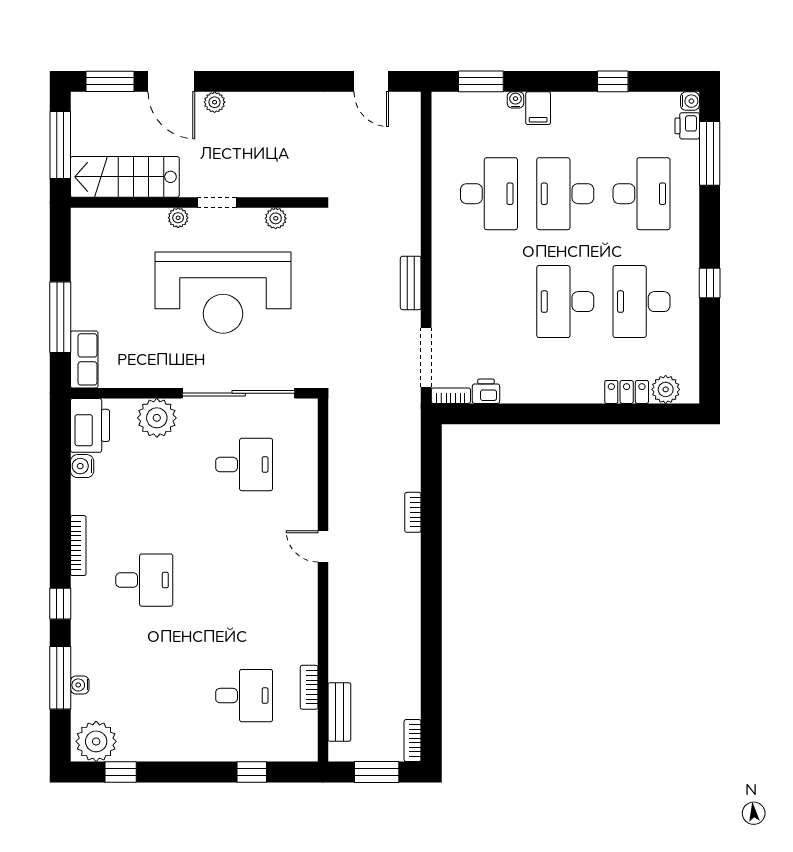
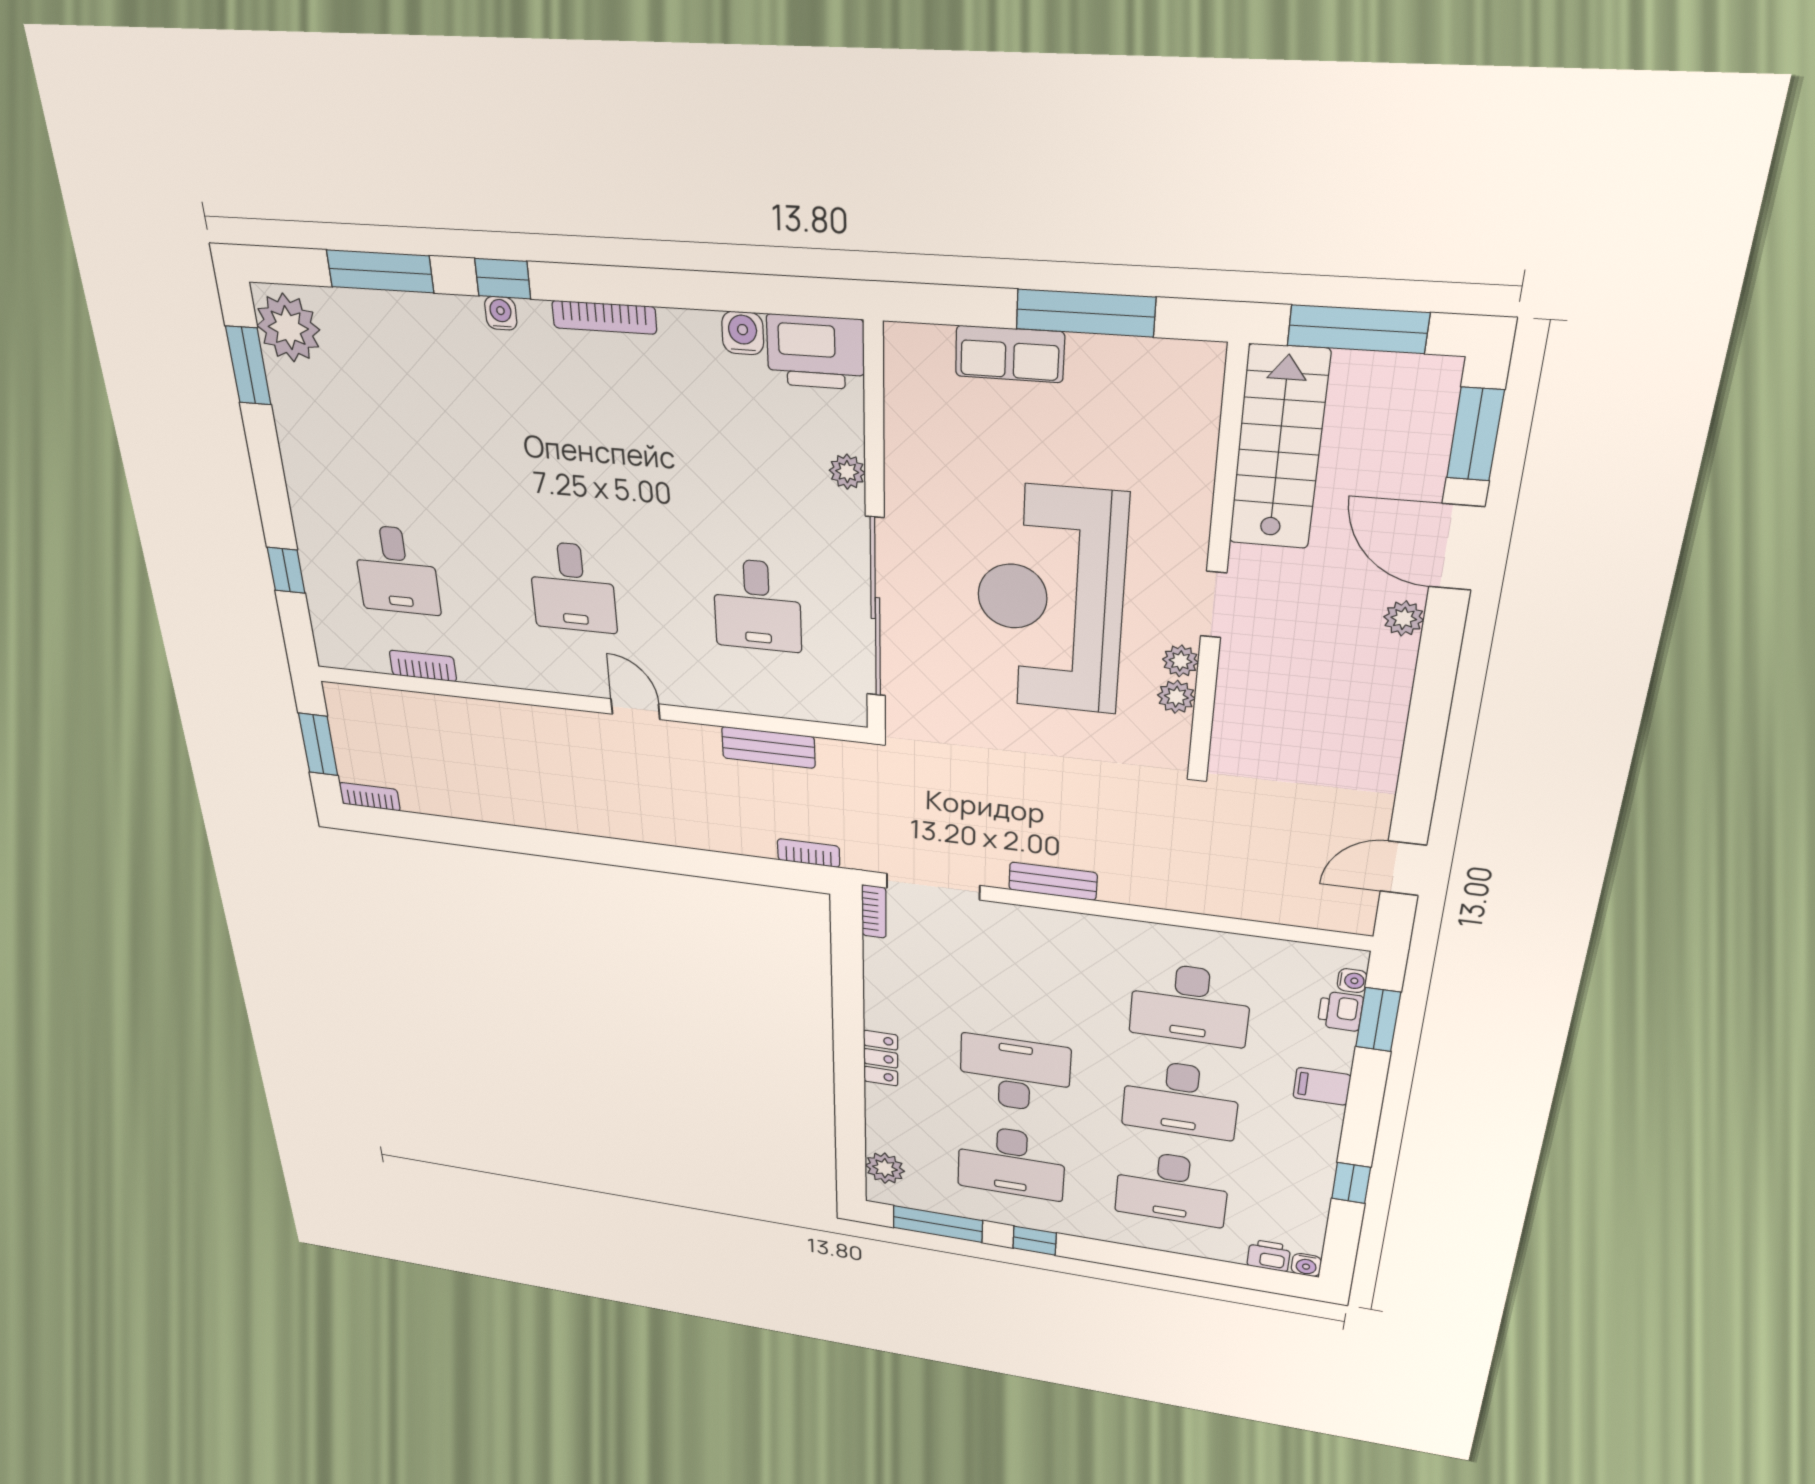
door: (171, 81) -> (1456, 547), hinge flipped
water cooler: (515, 100) -> (1352, 981), moved
window: (710, 153) -> (938, 1224), moved
desk: (565, 194) -> (1181, 1099), turned 180
plant: (178, 218) -> (1180, 661), moved
desk: (642, 302) -> (1011, 1162), turned 180
window: (60, 317) -> (1085, 313), moved
row of seats: (84, 359) -> (1010, 354), moved
printer: (486, 391) -> (1340, 1011), moved, turned 180
locker: (627, 392) -> (881, 1058), moved
plant: (157, 418) -> (847, 472), width x0.53, depth x0.53
bookcase: (413, 512) -> (808, 853), moved
door: (323, 546) -> (635, 709), hinge flipped
desk: (144, 580) -> (573, 587), moved
water cooler: (80, 685) -> (501, 313), moved
bench: (339, 712) -> (768, 747), moved
window: (121, 772) -> (248, 366), width x1.50

